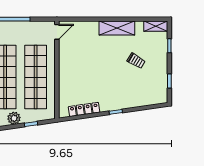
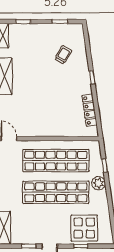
trolley: (136, 61) -> (63, 55), moved

